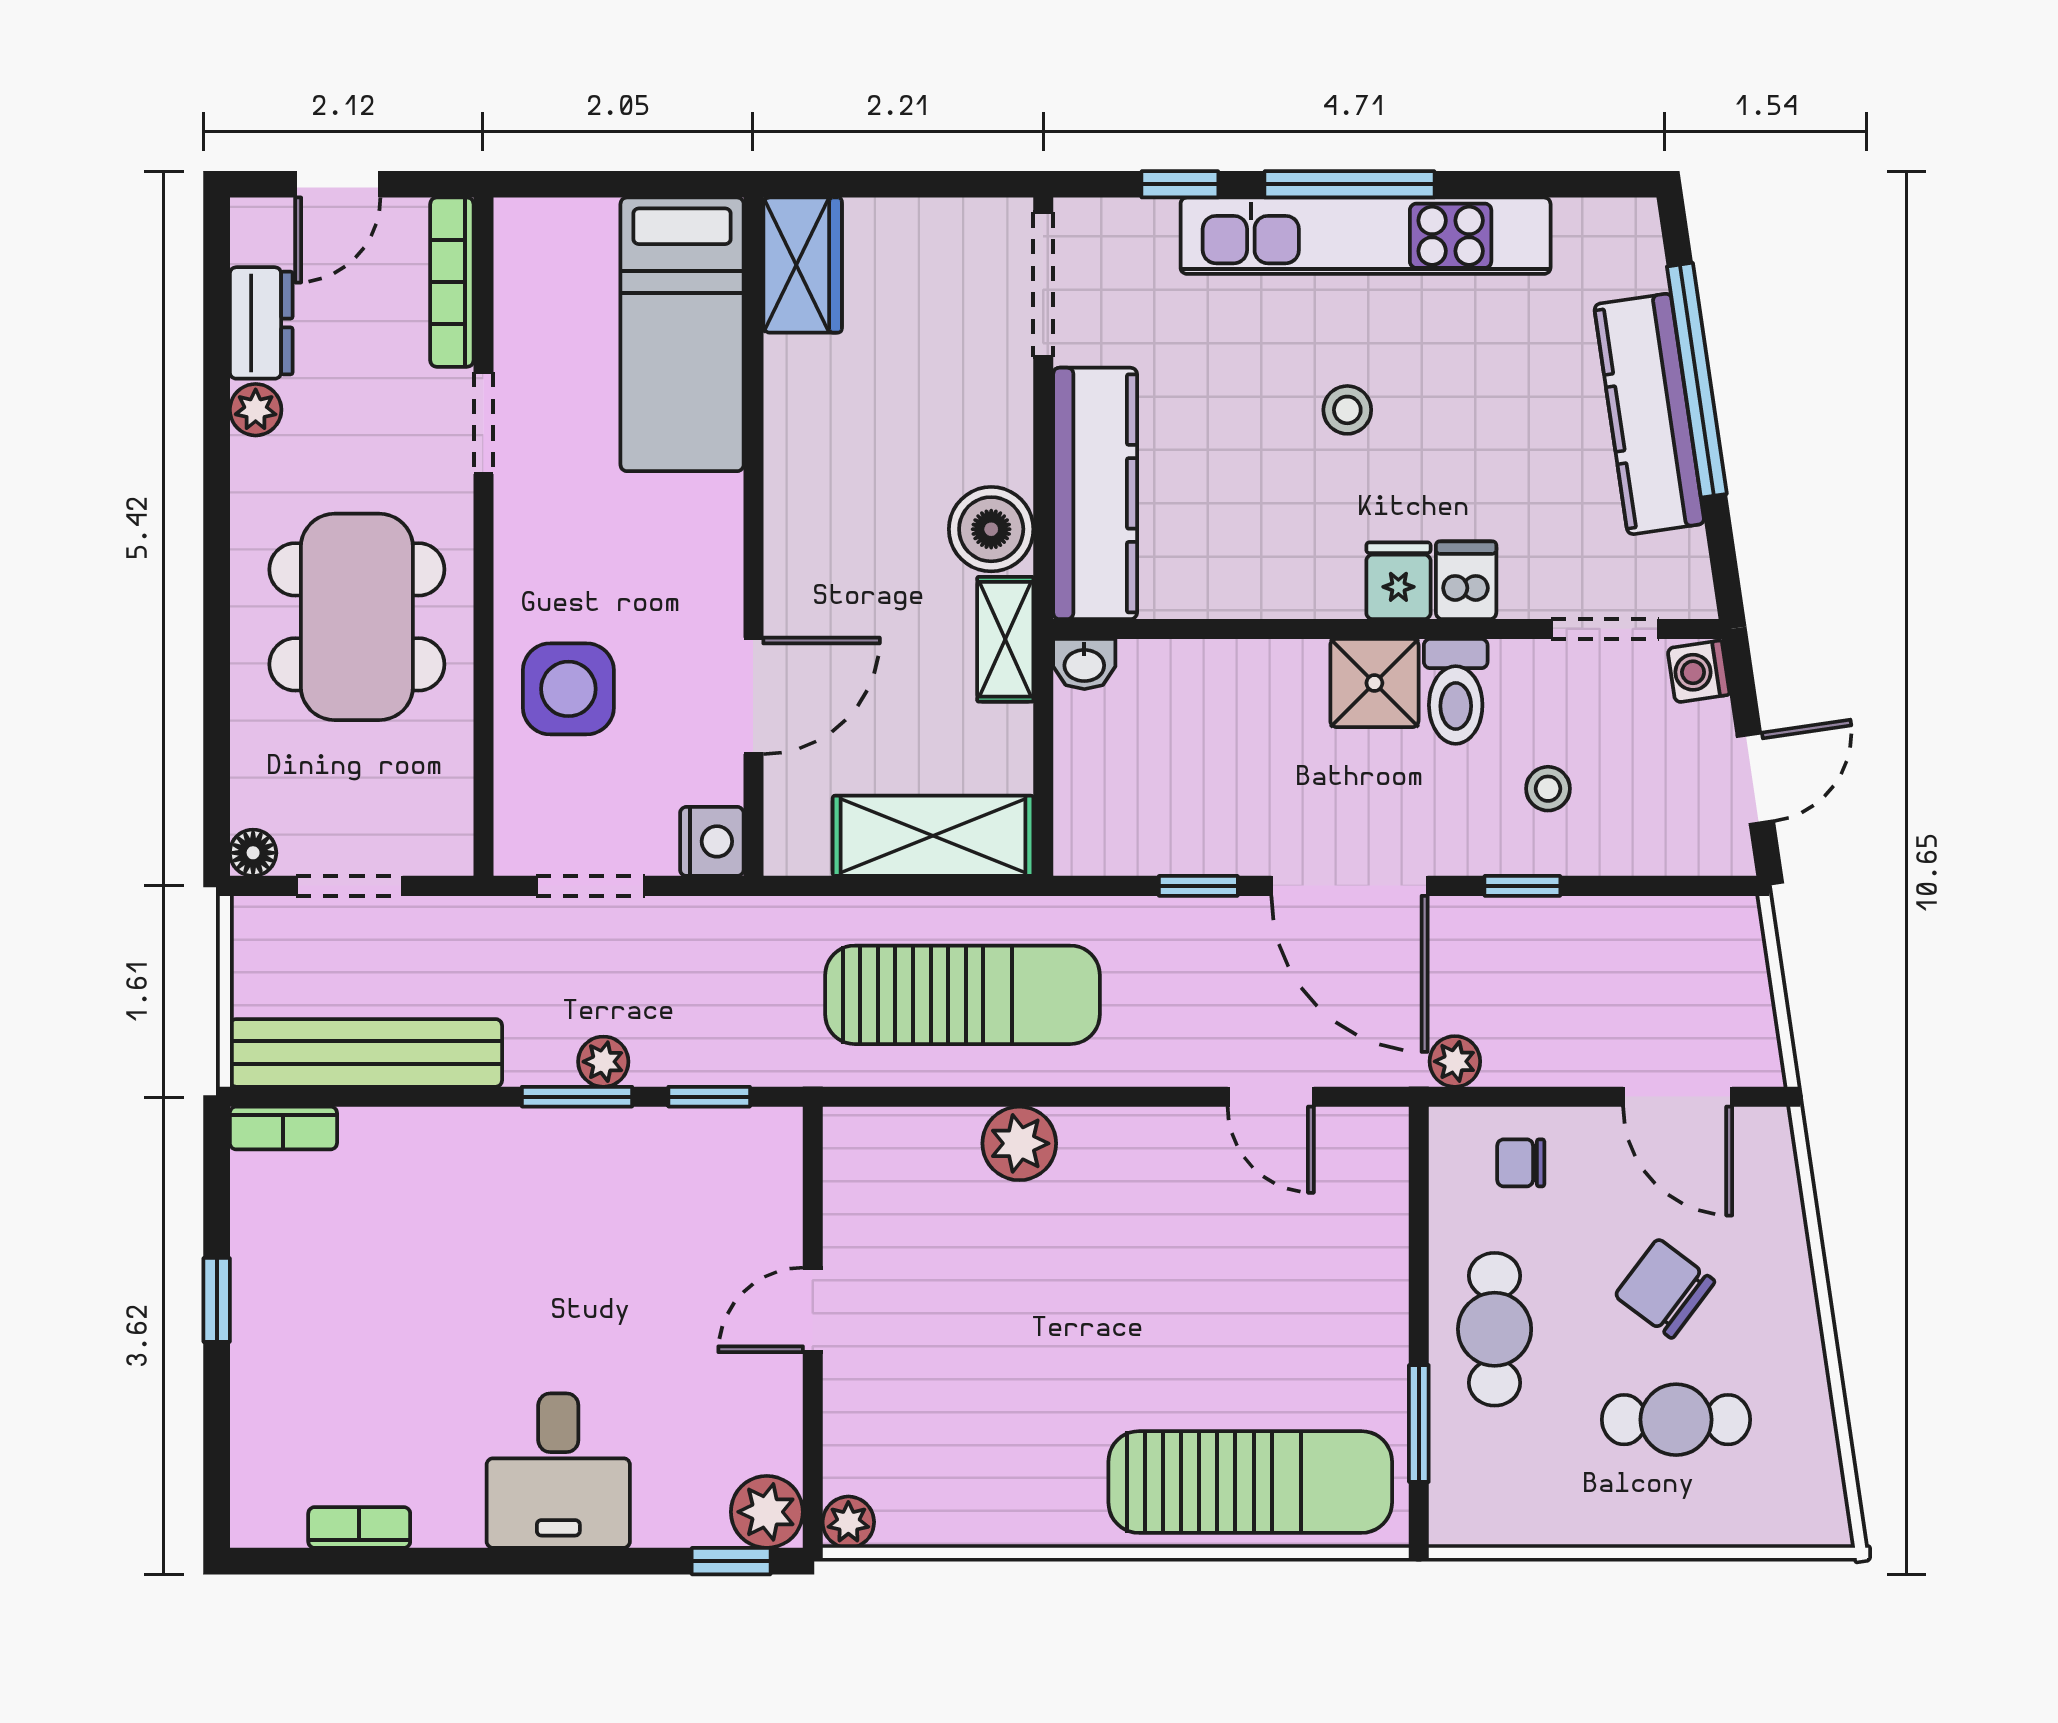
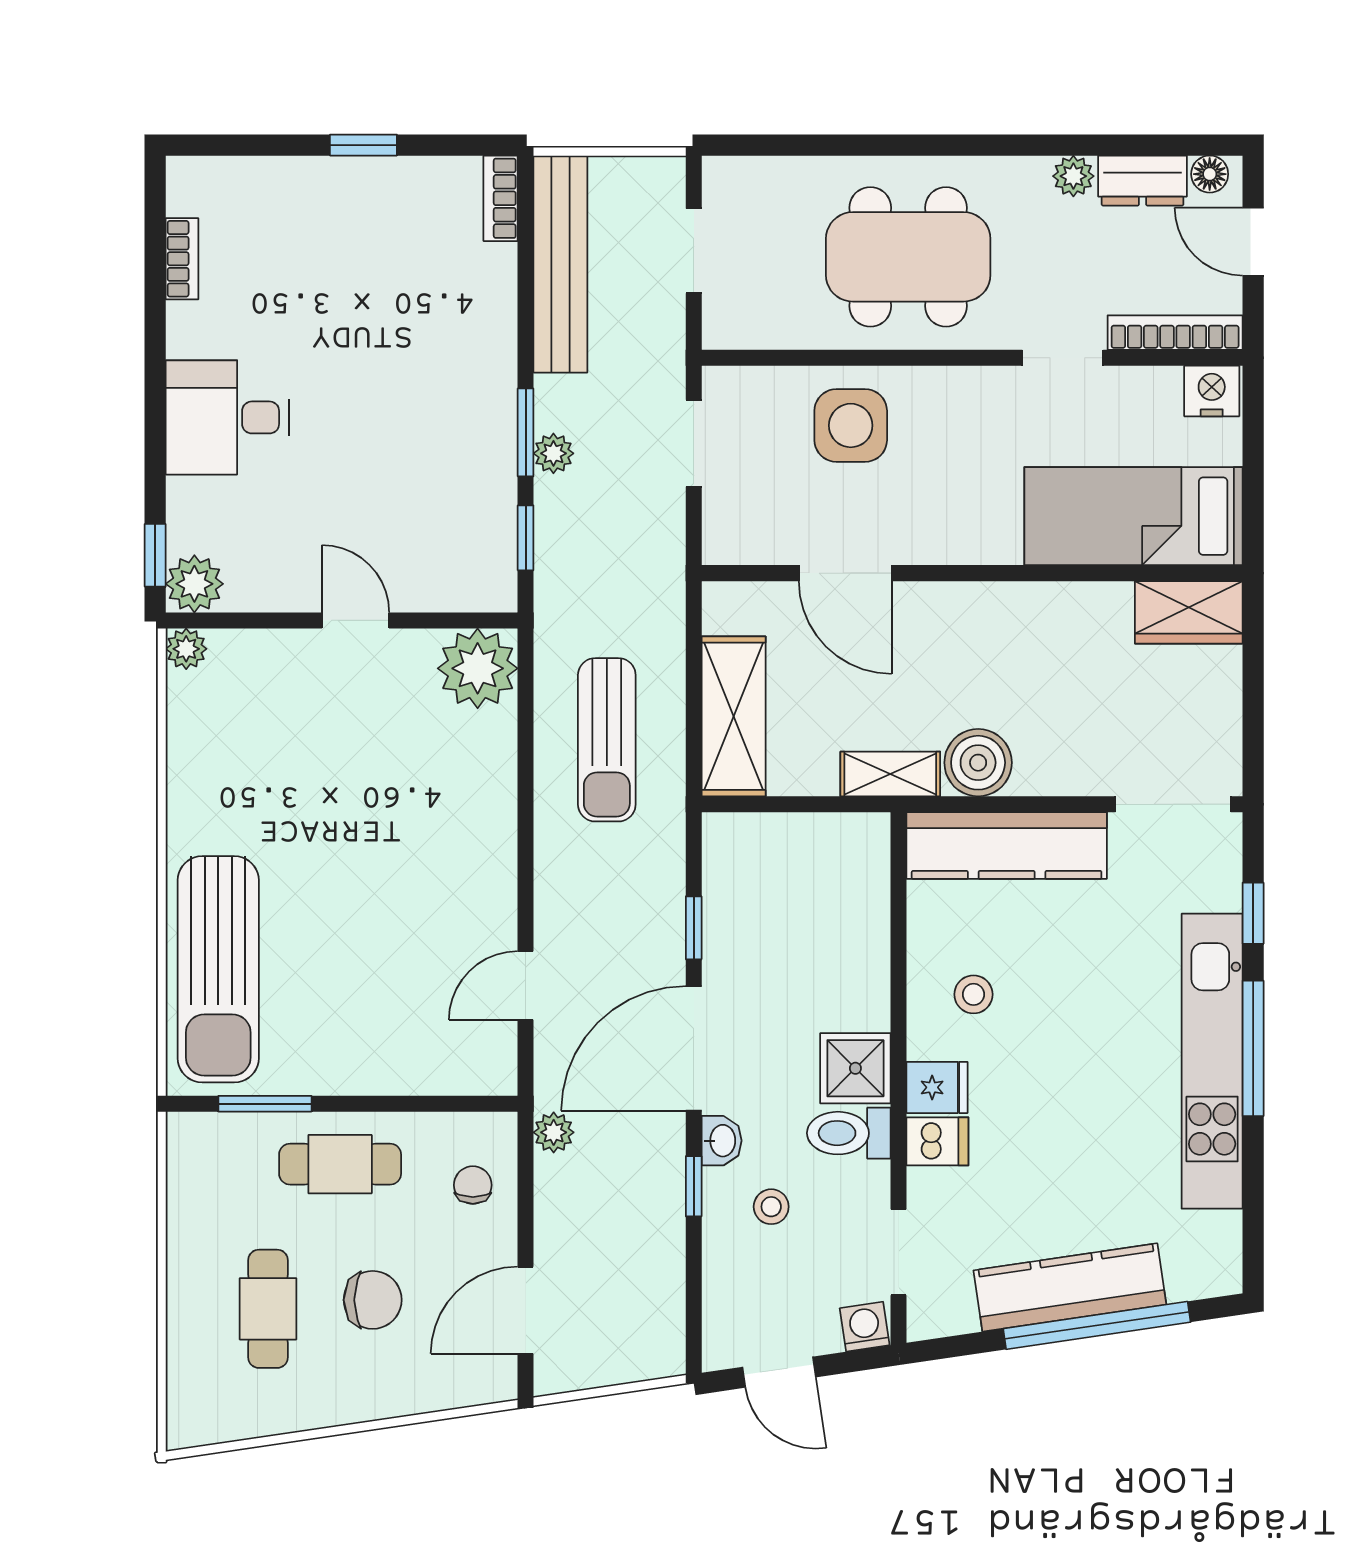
stool: (1347, 410) -> (973, 994), moved
washbasin: (1084, 664) -> (722, 1141), moved, turned 180
nightstand: (712, 841) -> (1212, 391), moved, turned 180
floor lamp: (253, 853) -> (1210, 174), moved
sun lounger: (962, 995) -> (607, 740), width x0.73, depth x0.75
plant: (1019, 1143) -> (478, 668), moved, width x1.36, depth x1.36
chair: (1665, 1288) -> (373, 1300), turned 53

